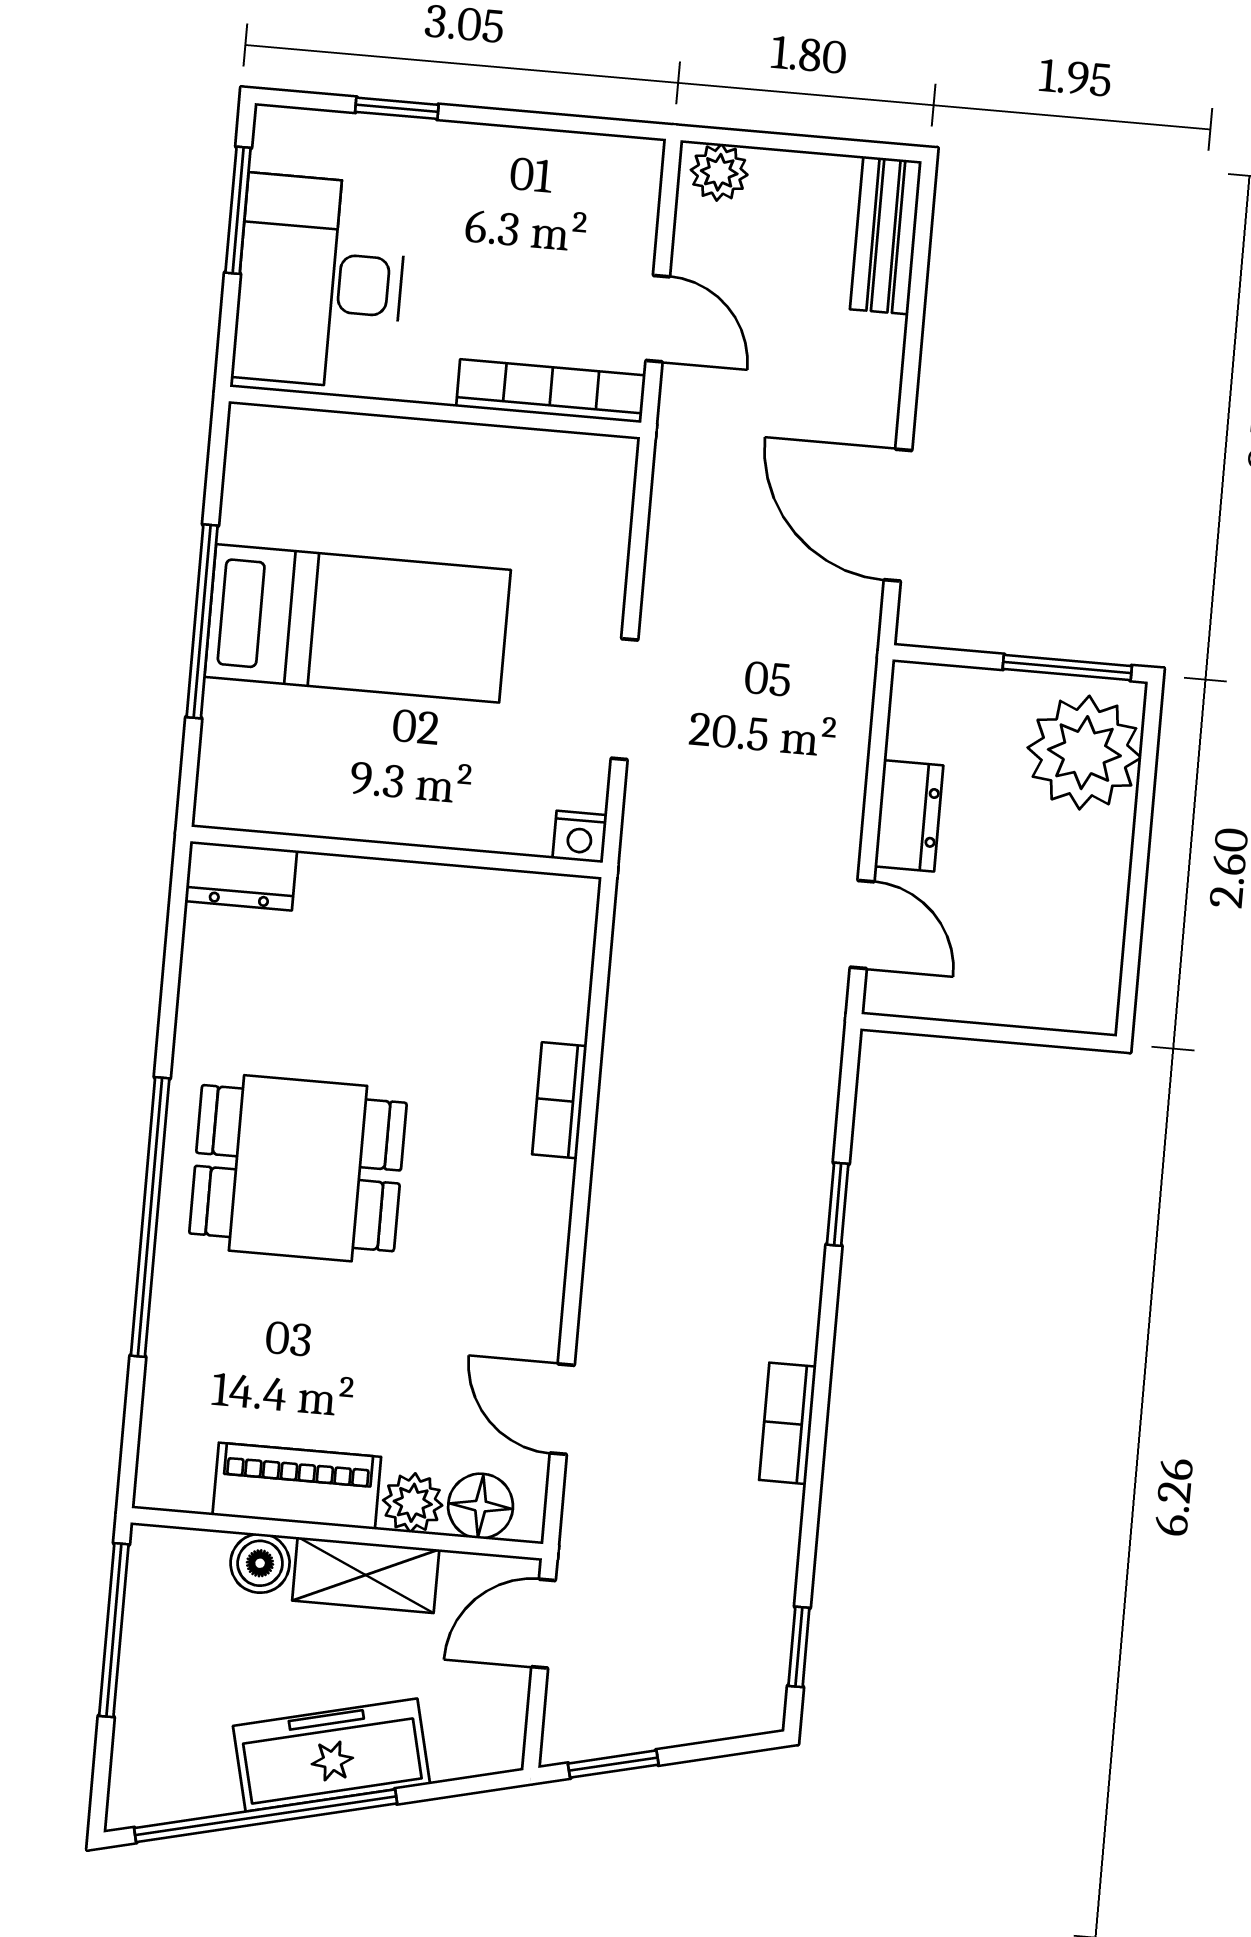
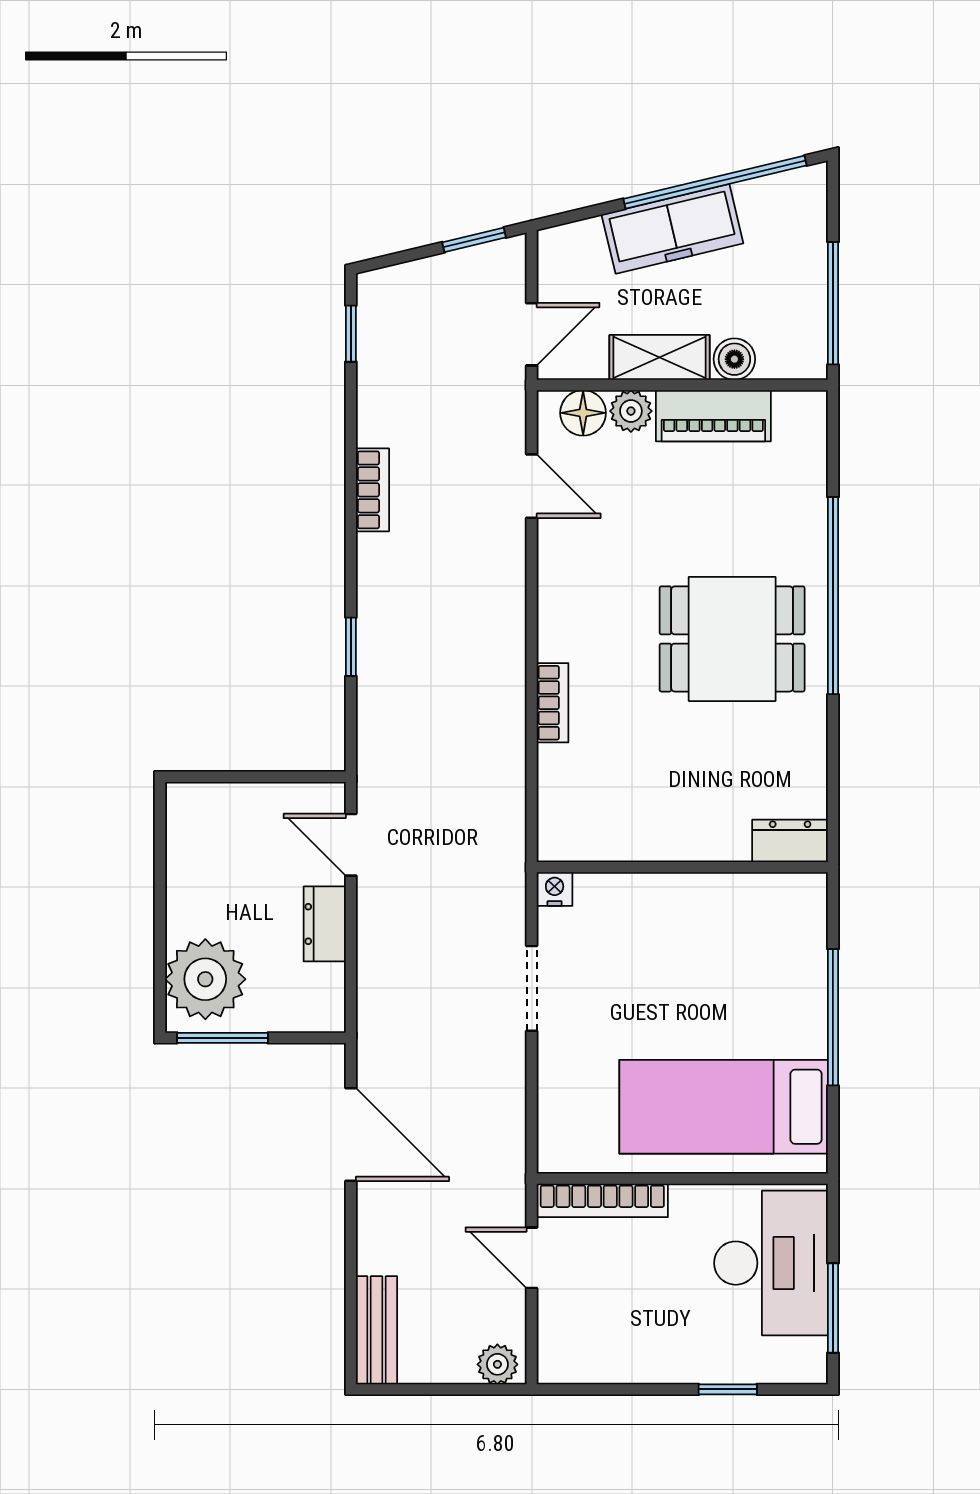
bed: (358, 623) -> (724, 1107), moved

